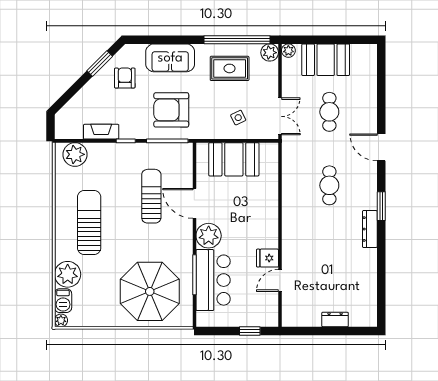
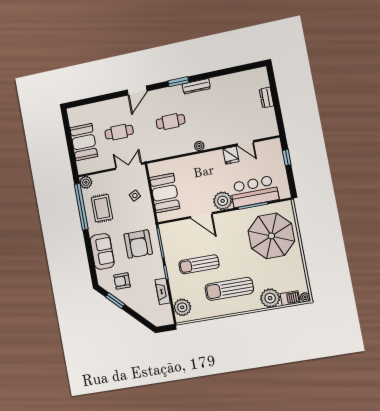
plant: (288, 51) -> (199, 146), moved
sun lounger: (151, 196) -> (199, 264), moved
door: (194, 203) -> (201, 215), hinge flipped

